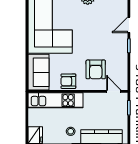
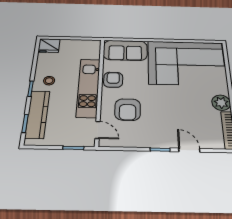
armchair: (96, 69) -> (128, 110), turned -90
door: (114, 91) -> (97, 130), hinge flipped
kitchen unit: (55, 100) -> (88, 87), moved

